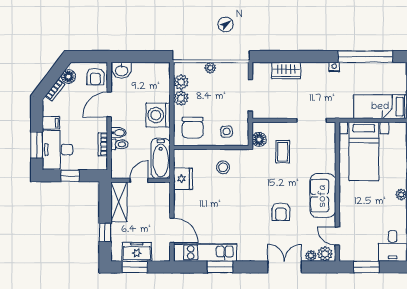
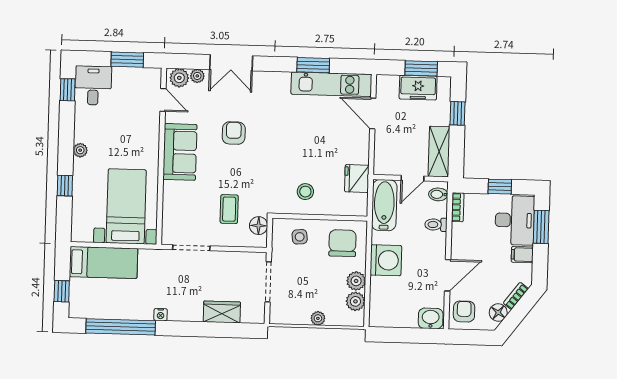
bidet: (118, 133) -> (438, 194), moved
bookcase: (103, 144) -> (458, 207), moved

